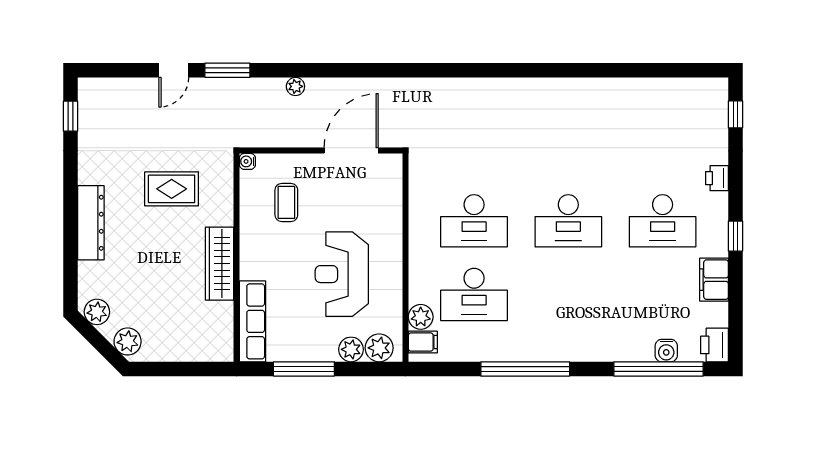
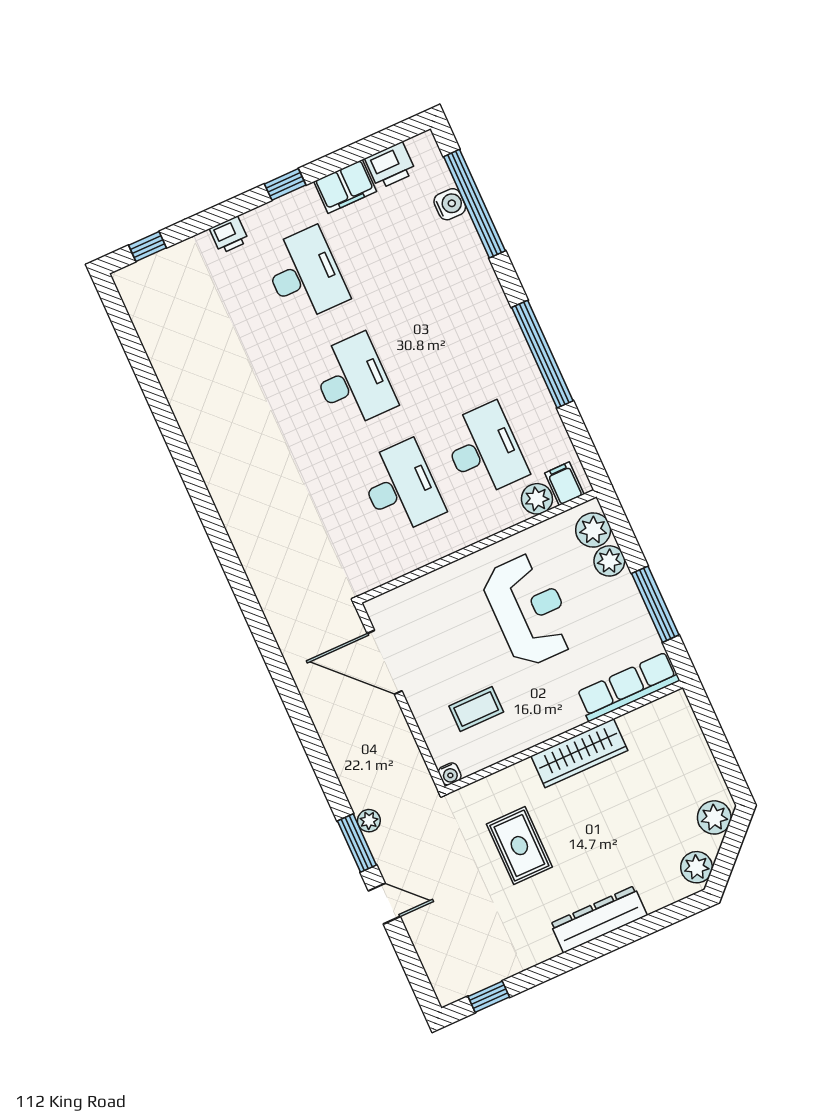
plant: (295, 86) -> (369, 821), moved
reception desk: (342, 274) -> (529, 610), turned -90
printer: (714, 345) -> (390, 165), moved

